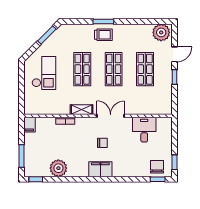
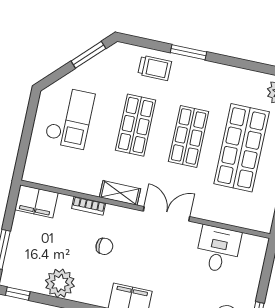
trolley: (103, 35) -> (155, 68), moved
shop shelf: (145, 69) -> (242, 148), width x1.43, depth x1.36
filing cabinet: (29, 125) -> (36, 201), width x2.00
chair: (102, 143) -> (104, 246), moved

